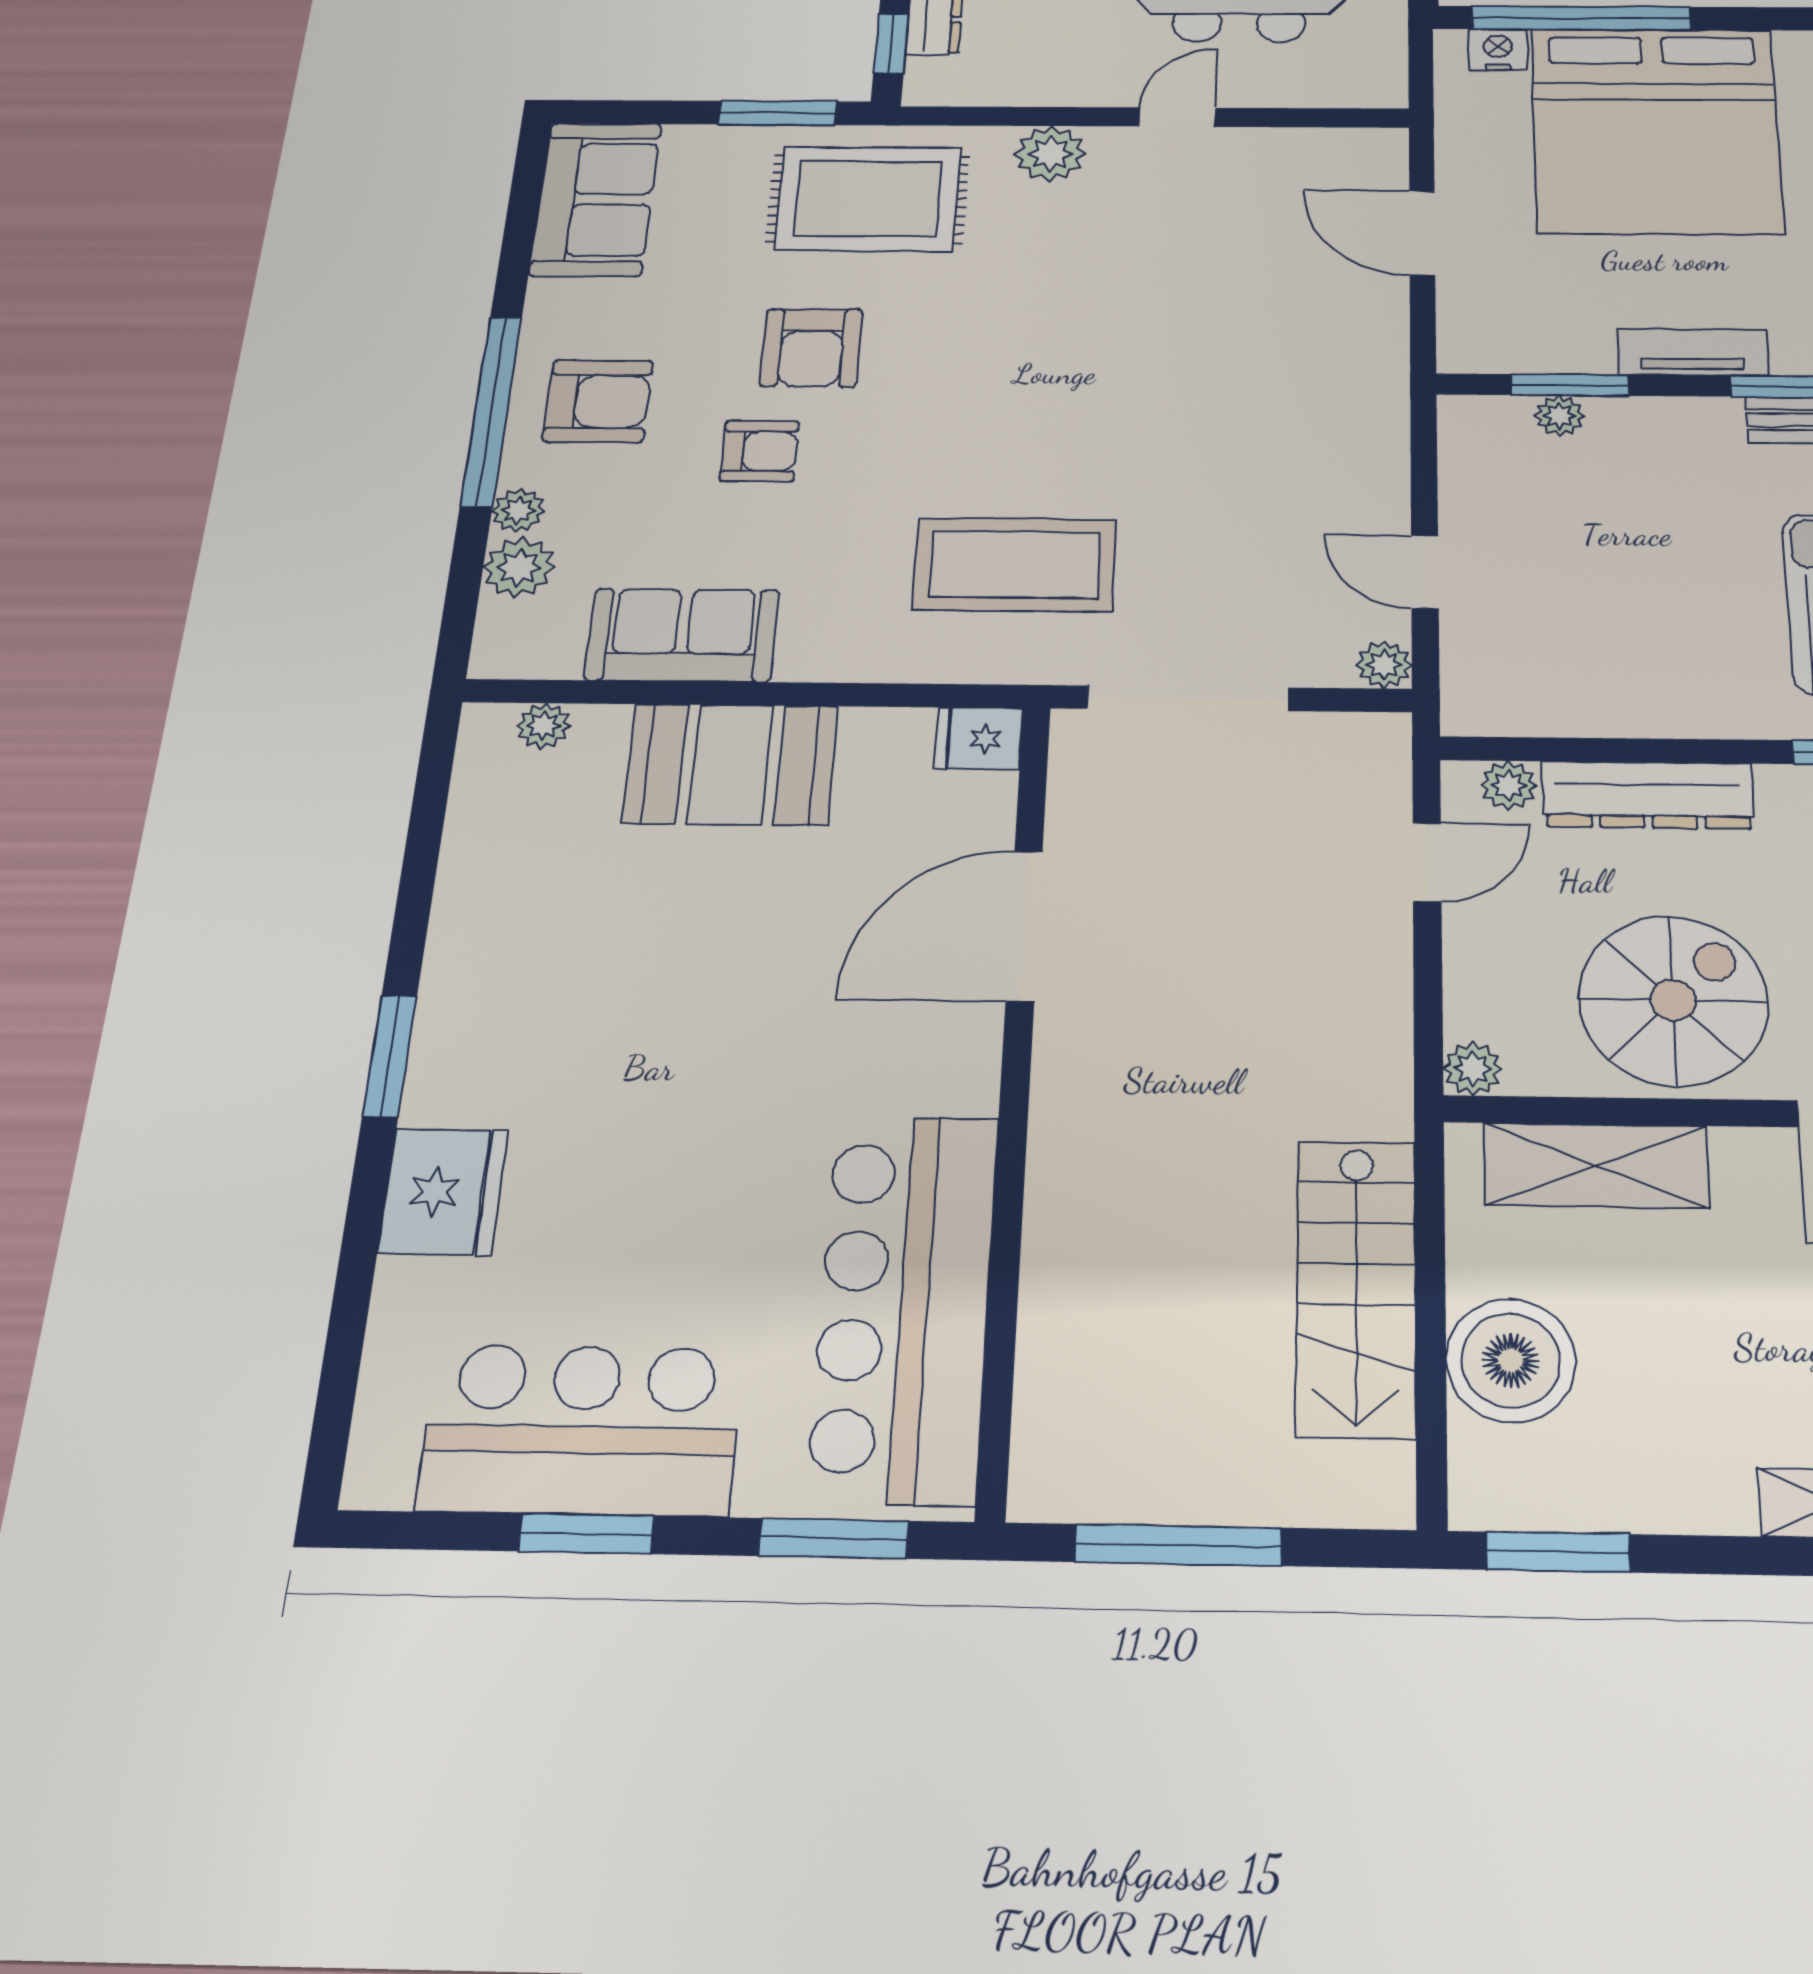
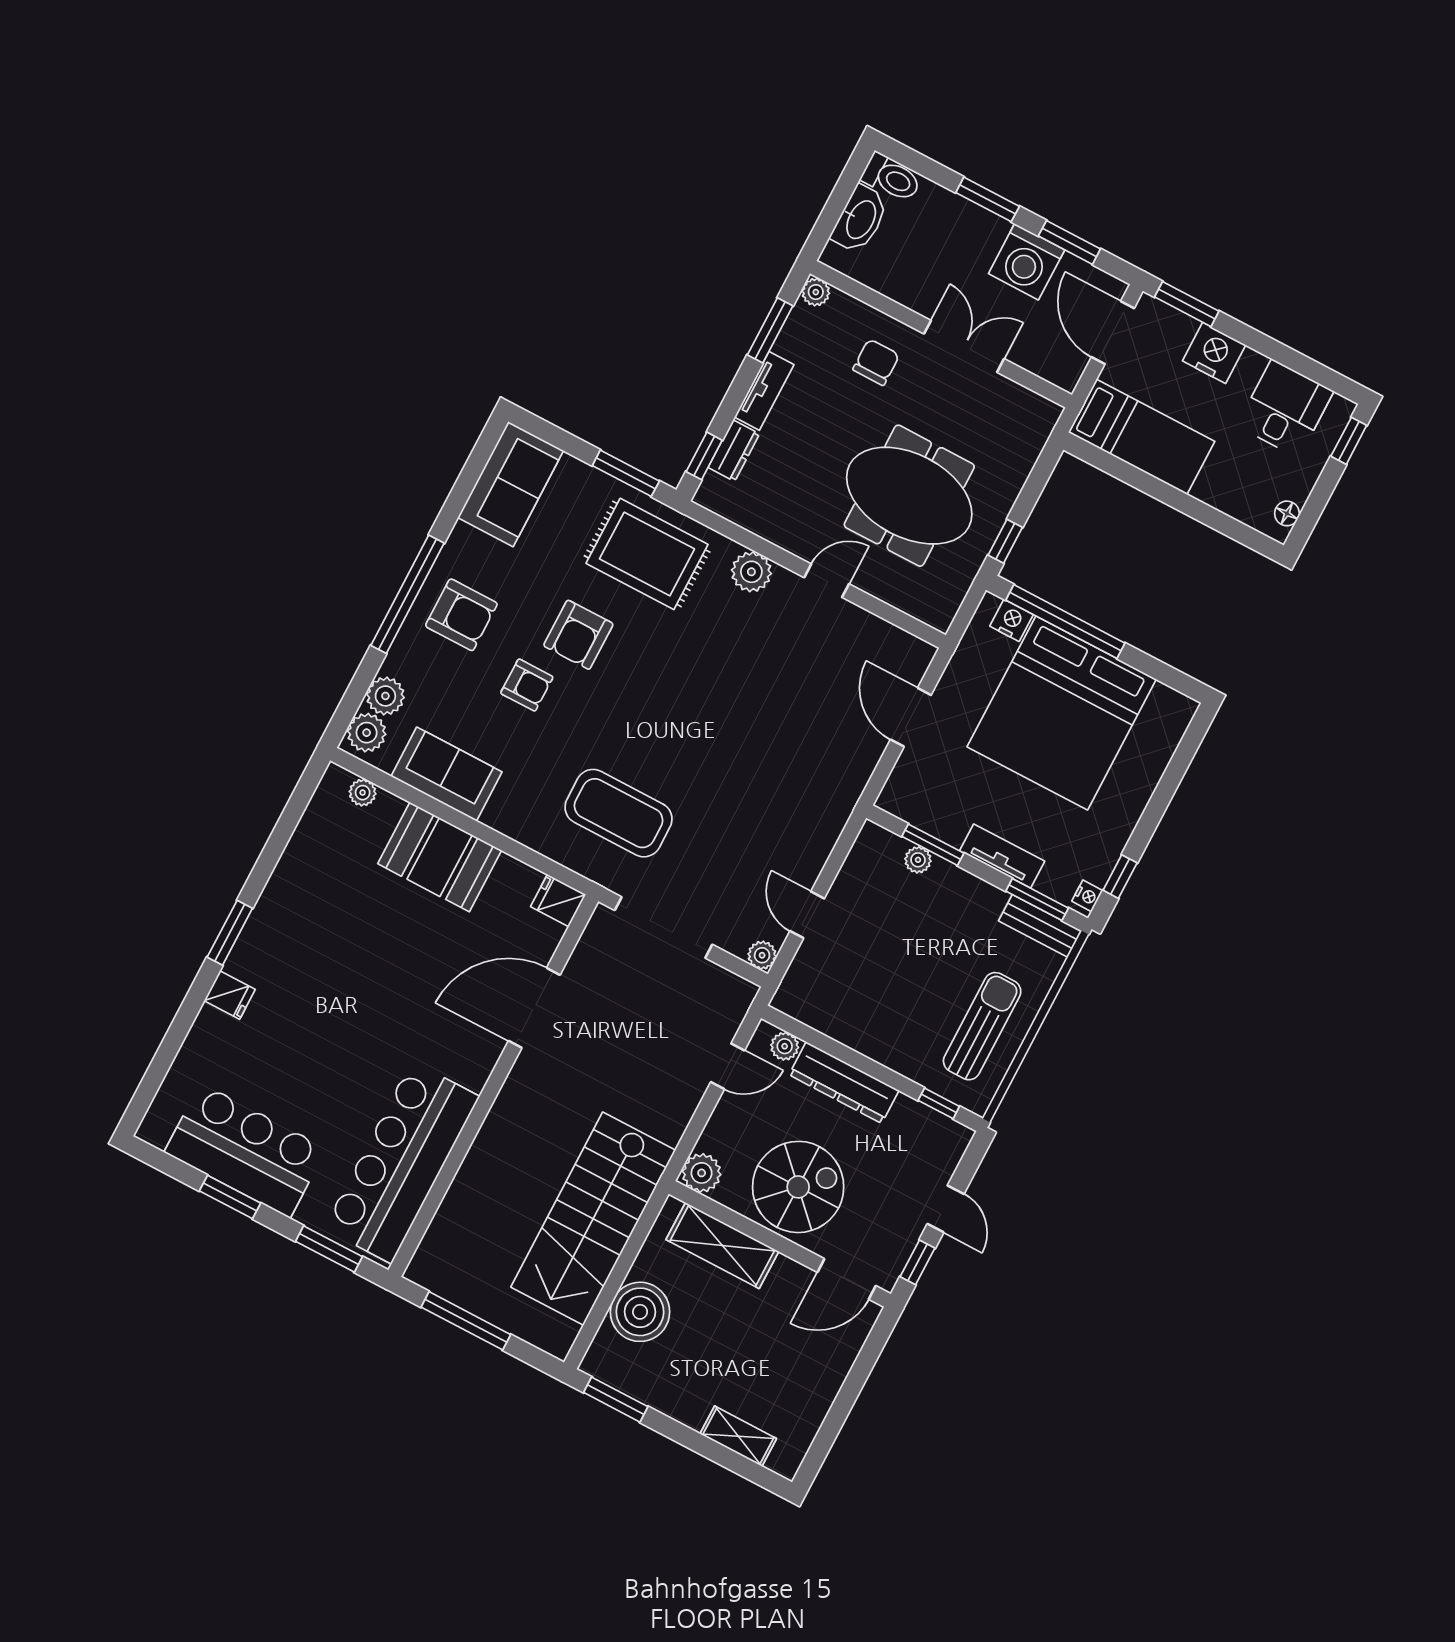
plant: (518, 511) -> (367, 733), moved, width x1.38, depth x1.38
plant: (1473, 1069) -> (702, 1173), width x1.38, depth x1.38
fridge: (443, 1192) -> (230, 995), width x0.53, depth x0.75
stairs: (1356, 1287) -> (593, 1219), width x1.36, depth x1.51

